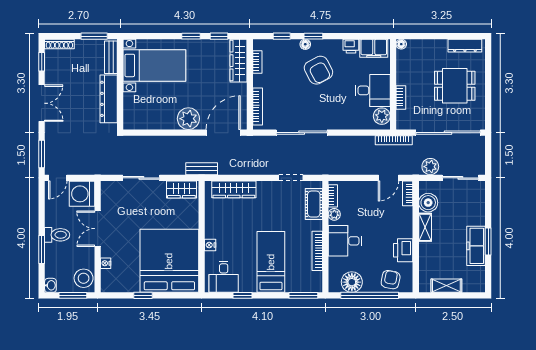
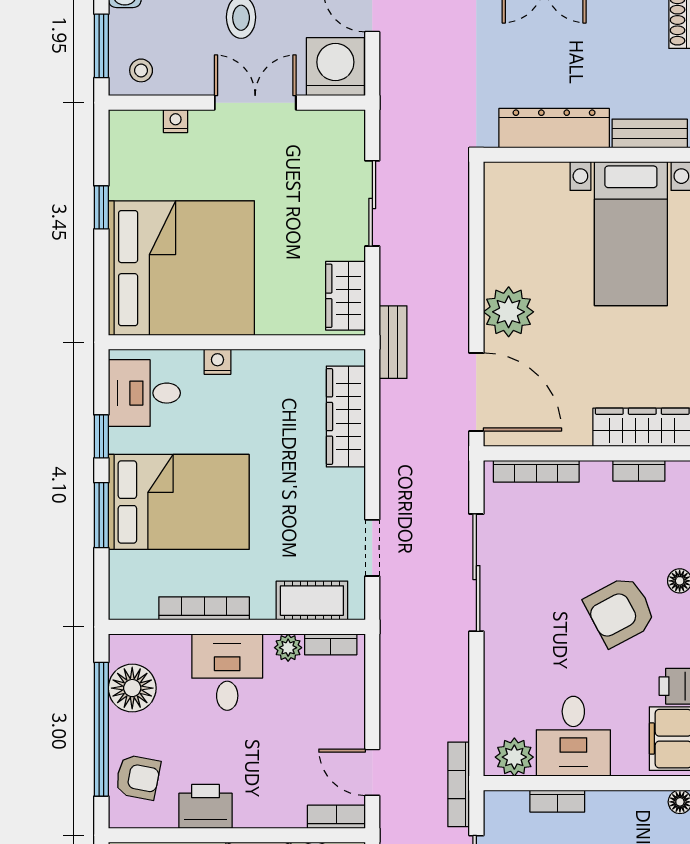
bed: (271, 262) -> (179, 502), width x1.50
stool: (84, 278) -> (141, 70), width x0.53, depth x0.53
window: (303, 295) -> (101, 515), moved

